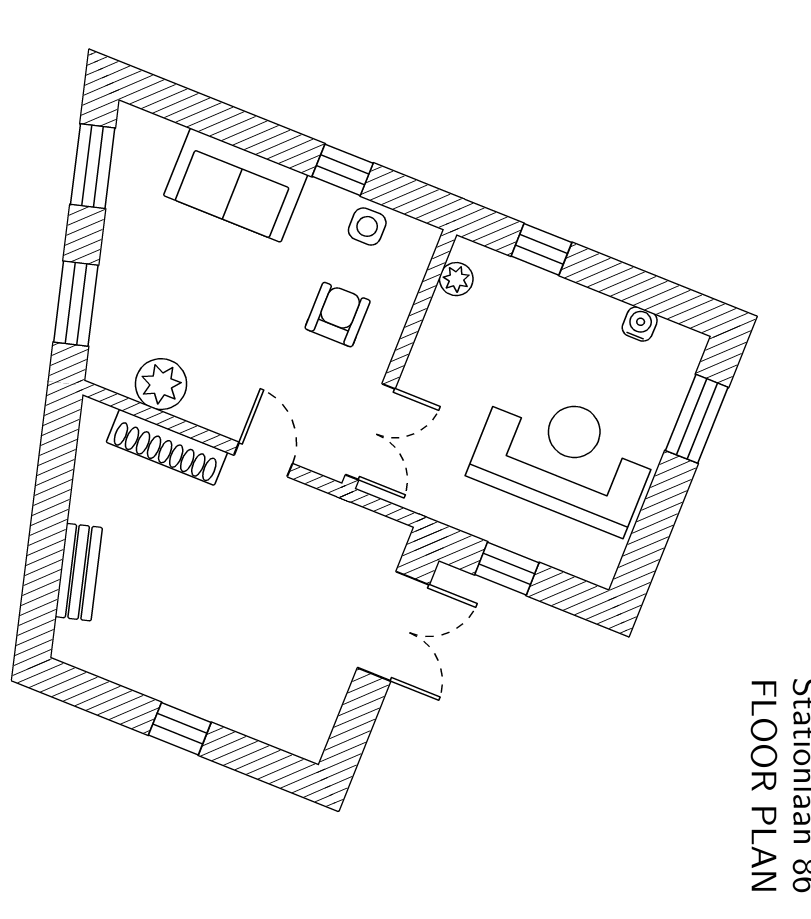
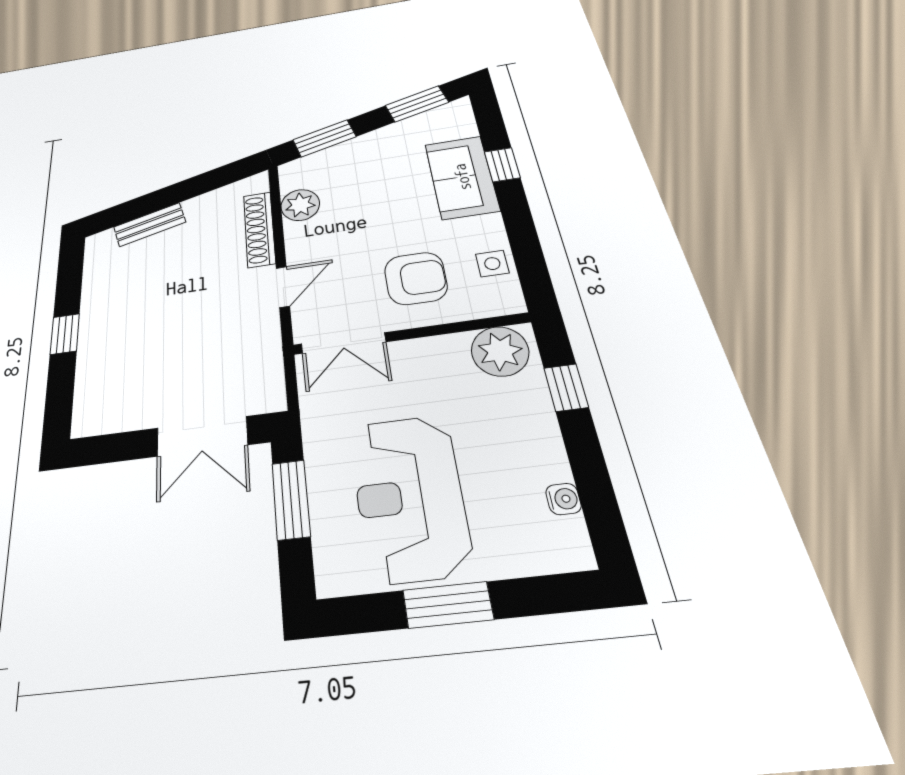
window: (343, 170) -> (502, 165), moved
plant: (456, 279) -> (500, 351), width x1.88, depth x1.88
armchair: (338, 315) -> (416, 278), width x1.38, depth x1.38
window: (697, 419) -> (448, 605), moved
reception desk: (564, 458) -> (409, 497), turned 180
window: (507, 569) -> (291, 499), width x1.50

